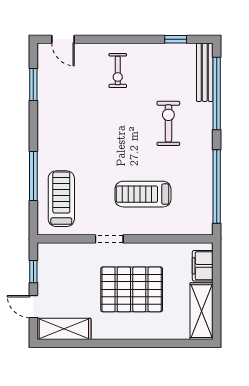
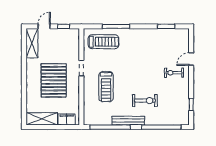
door: (63, 39) -> (191, 59), moved
bench: (205, 72) -> (128, 121), moved
treadmill: (143, 194) -> (106, 87), turned 180

